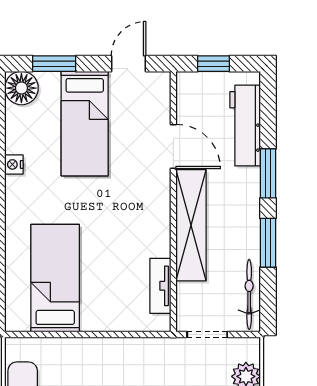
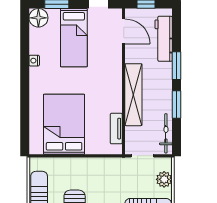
door: (173, 146) -> (124, 31), moved
bed: (55, 278) -> (64, 124), width x1.50

